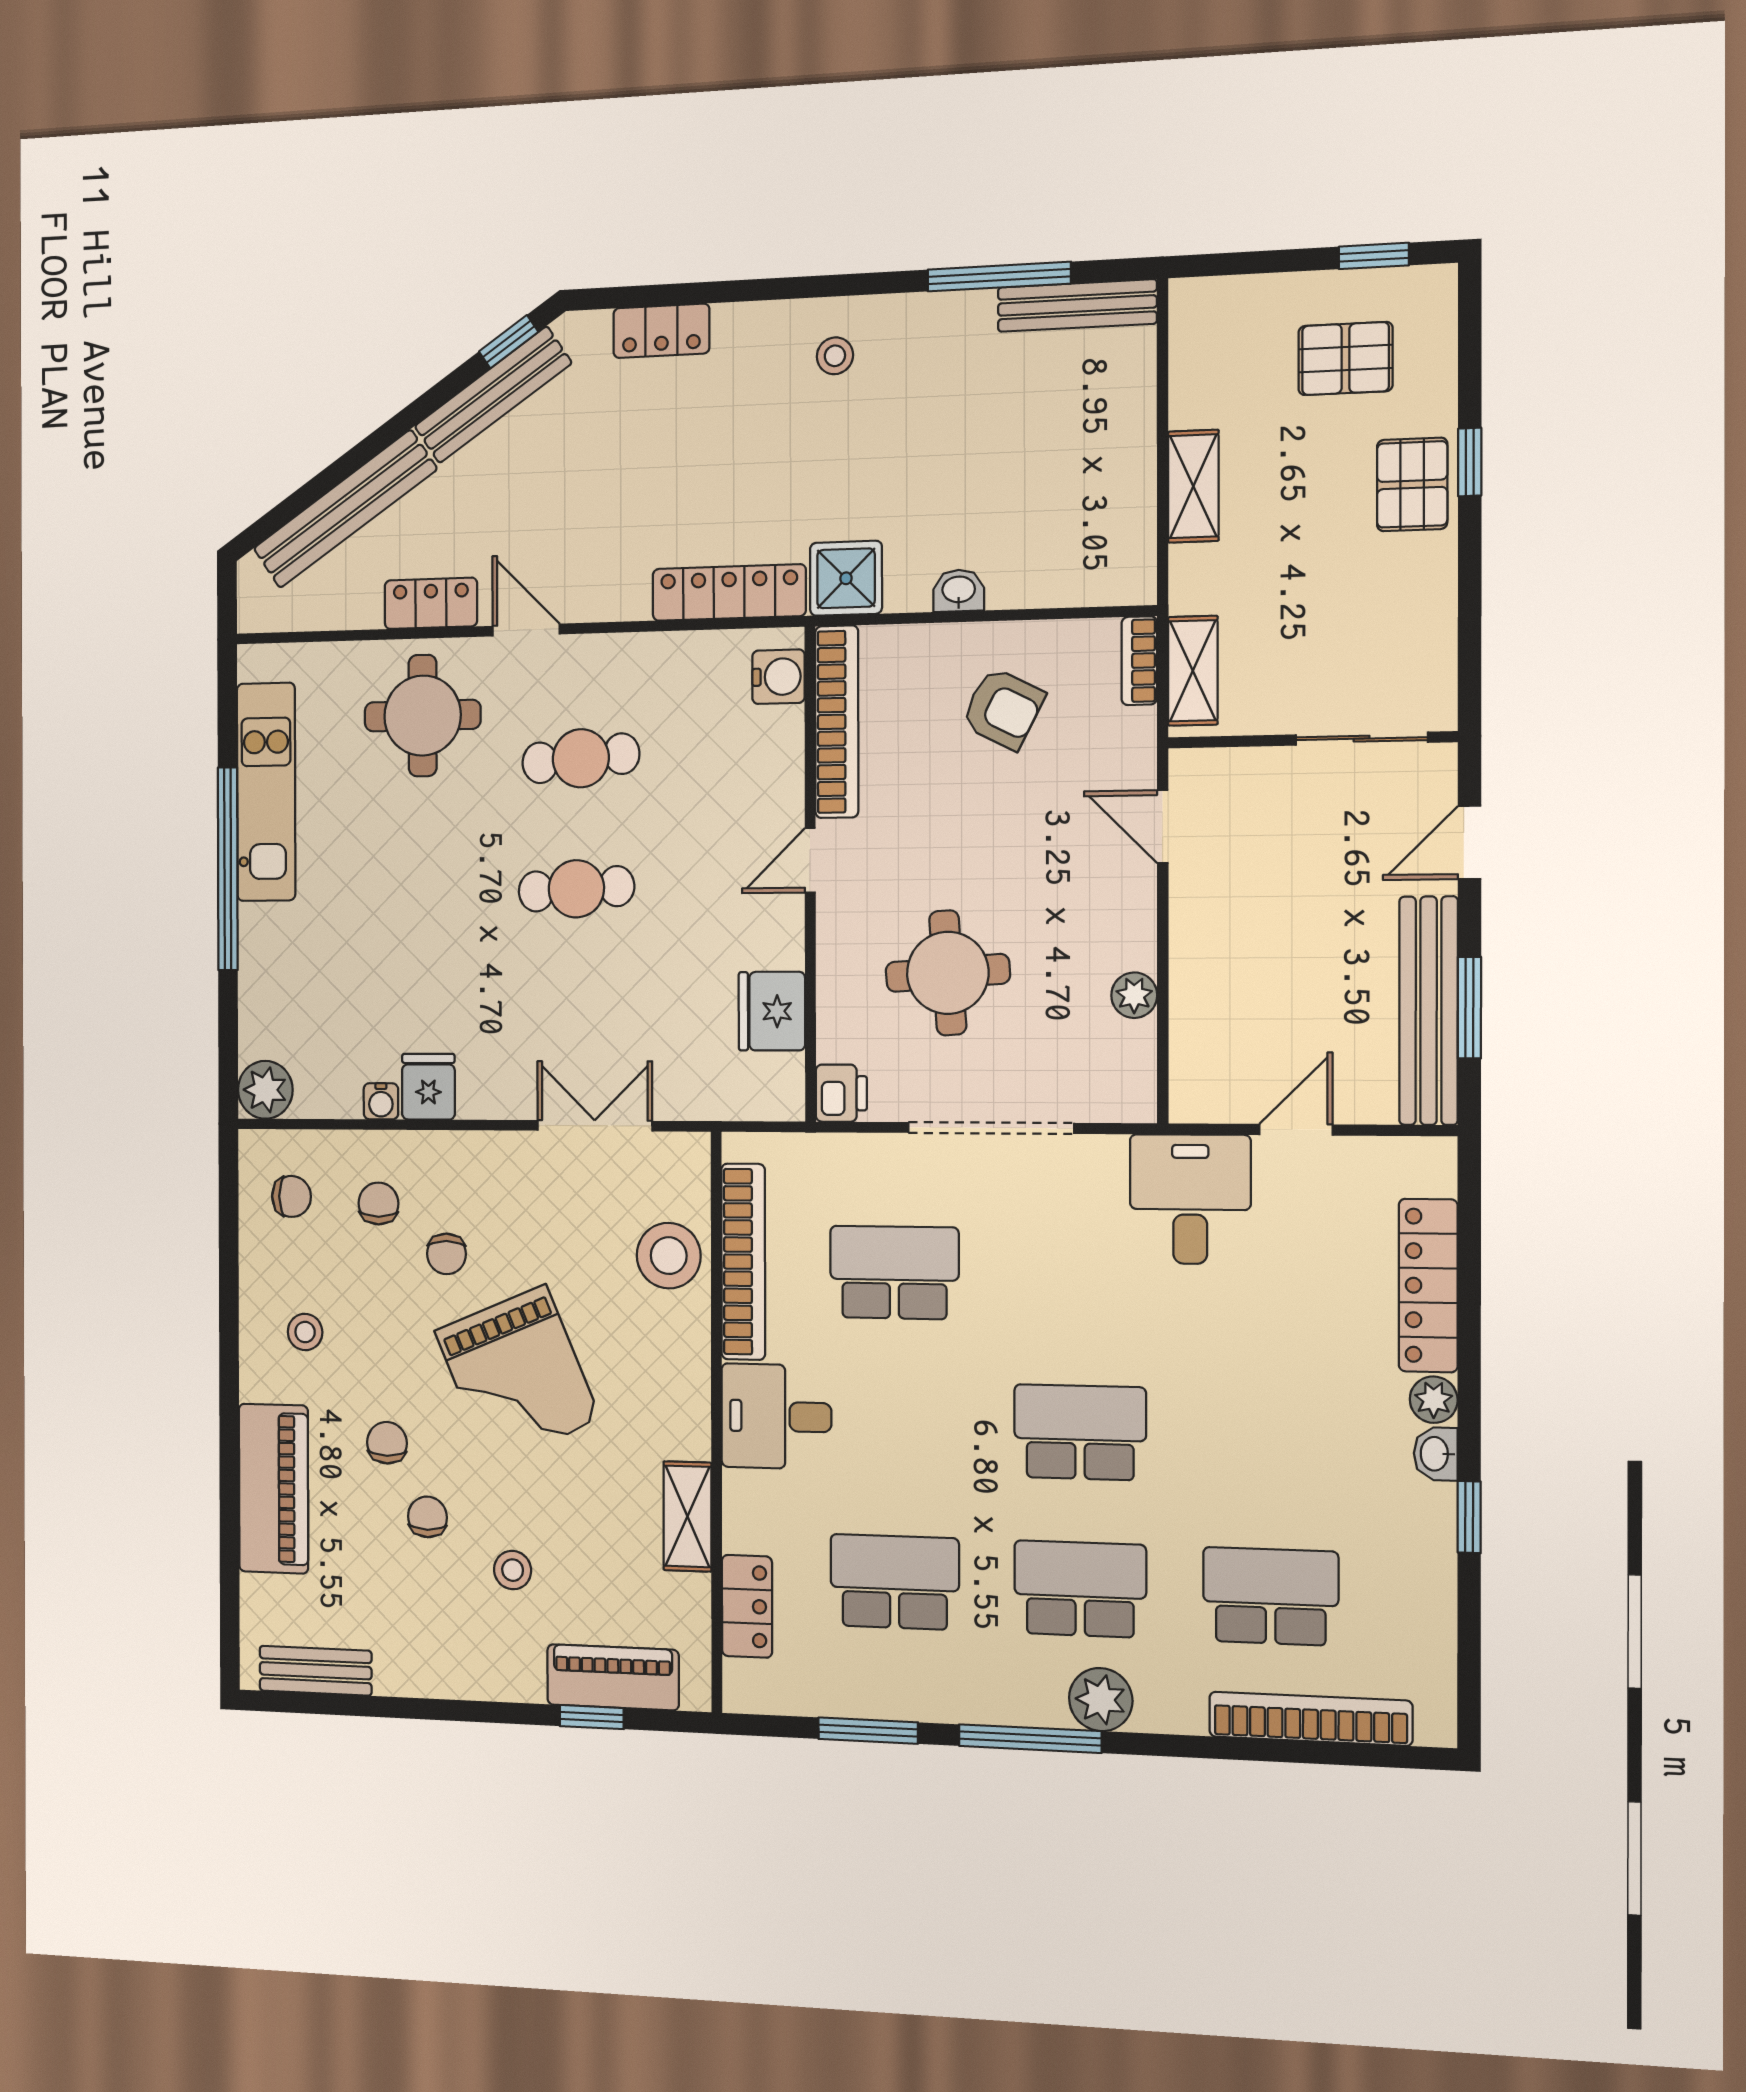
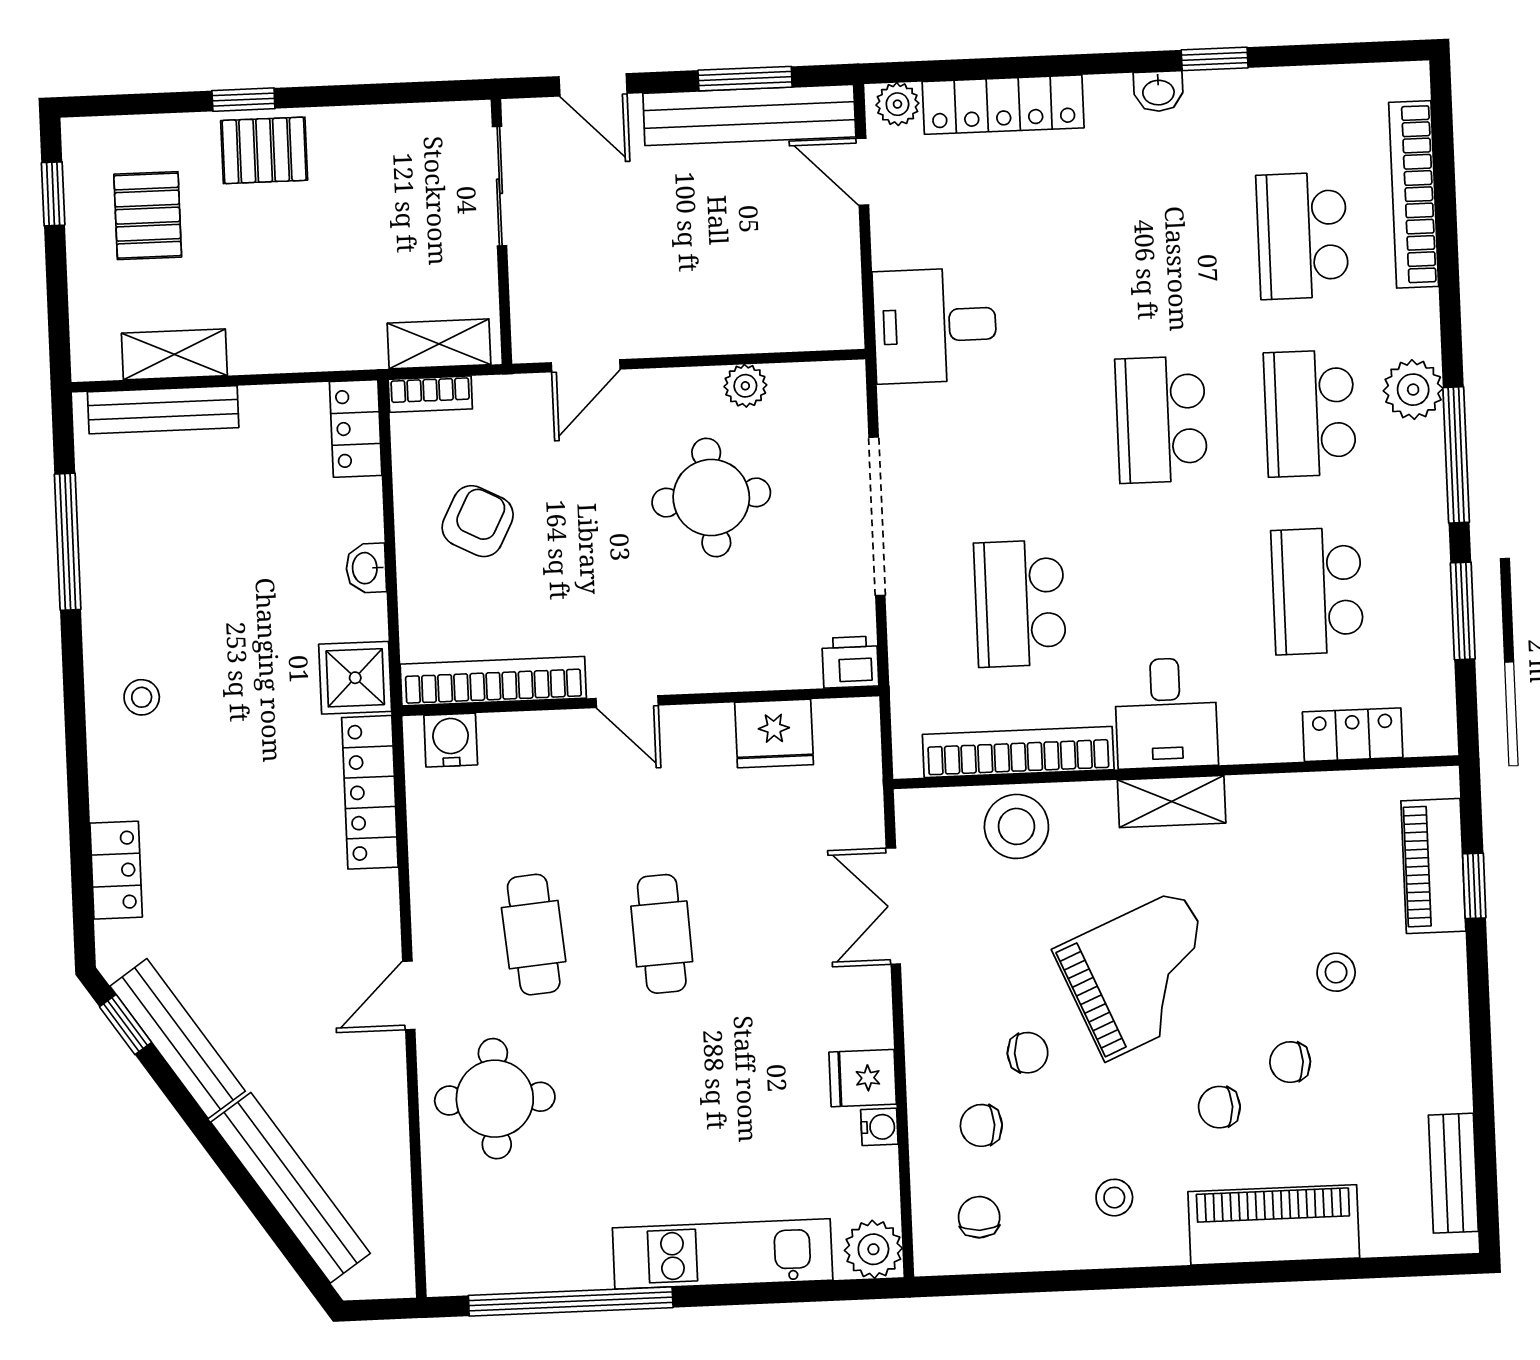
bench: (1077, 305) -> (163, 410), moved, turned 90
shelving: (1193, 486) -> (174, 354), moved
locker: (431, 603) -> (356, 429), moved
kitchen unit: (266, 792) -> (723, 1254), moved
window: (228, 869) -> (571, 1301), moved
round table: (948, 973) -> (711, 497), moved
door: (1296, 1130) -> (863, 172), moved
plant: (1434, 1400) -> (897, 104), moved
shelving: (687, 1516) -> (1172, 802), moved

